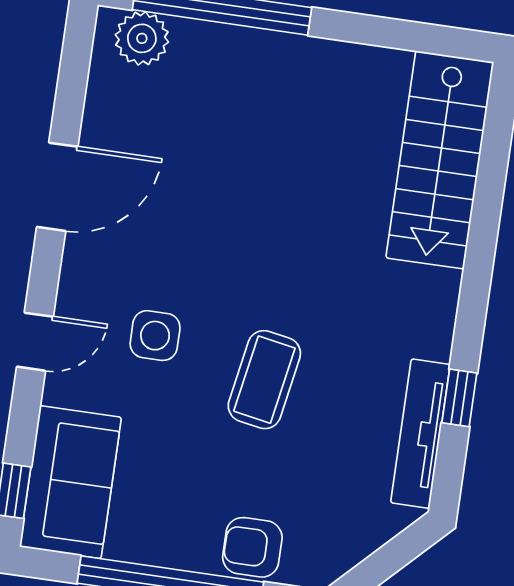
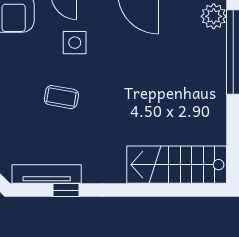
coffee table: (264, 380) -> (61, 97), width x0.73, depth x0.77

